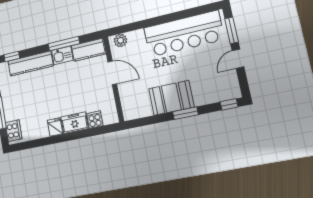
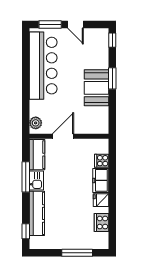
cooker: (14, 131) -> (102, 223), moved, turned -90

